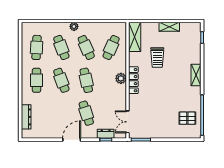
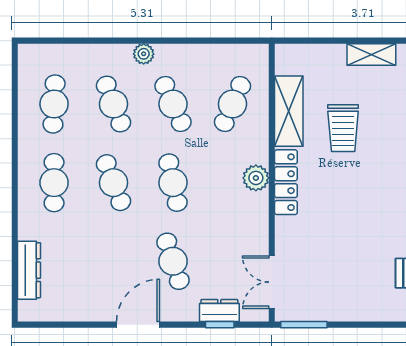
shelving: (135, 37) -> (289, 111), moved

